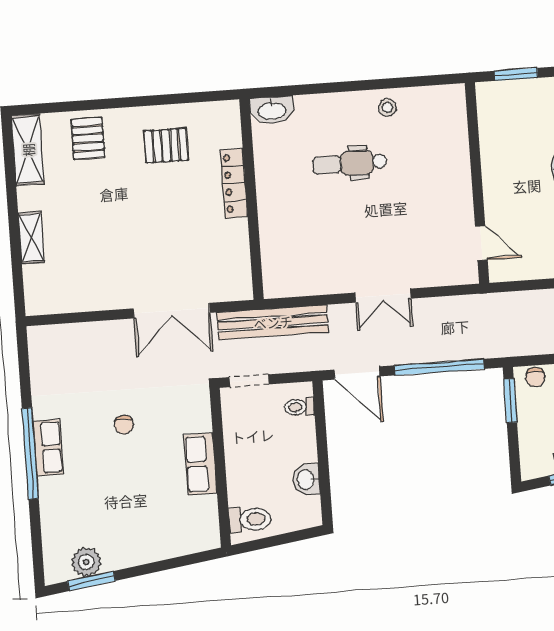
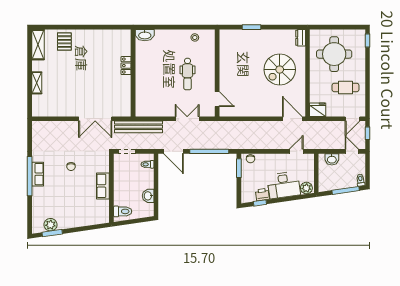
pallet: (166, 146) -> (98, 47), removed
dental chair: (350, 163) -> (188, 74), moved, turned -90
locker: (234, 183) -> (126, 66), width x0.66
wall: (477, 183) -> (217, 73), moved
door: (481, 243) -> (217, 99), moved
double door: (383, 296) -> (187, 119), swing flipped

